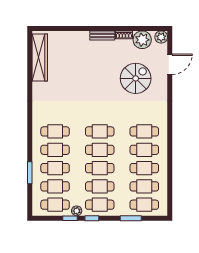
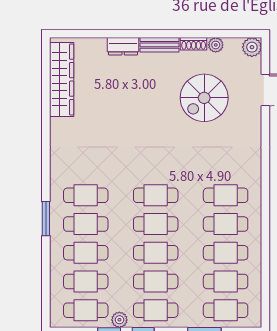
dresser: (79, 36) -> (123, 46), added
plant: (142, 40) -> (216, 45), width x0.53, depth x0.53
spiral stairs: (136, 78) -> (204, 98), moved, turned 180
window: (30, 173) -> (46, 219), moved

